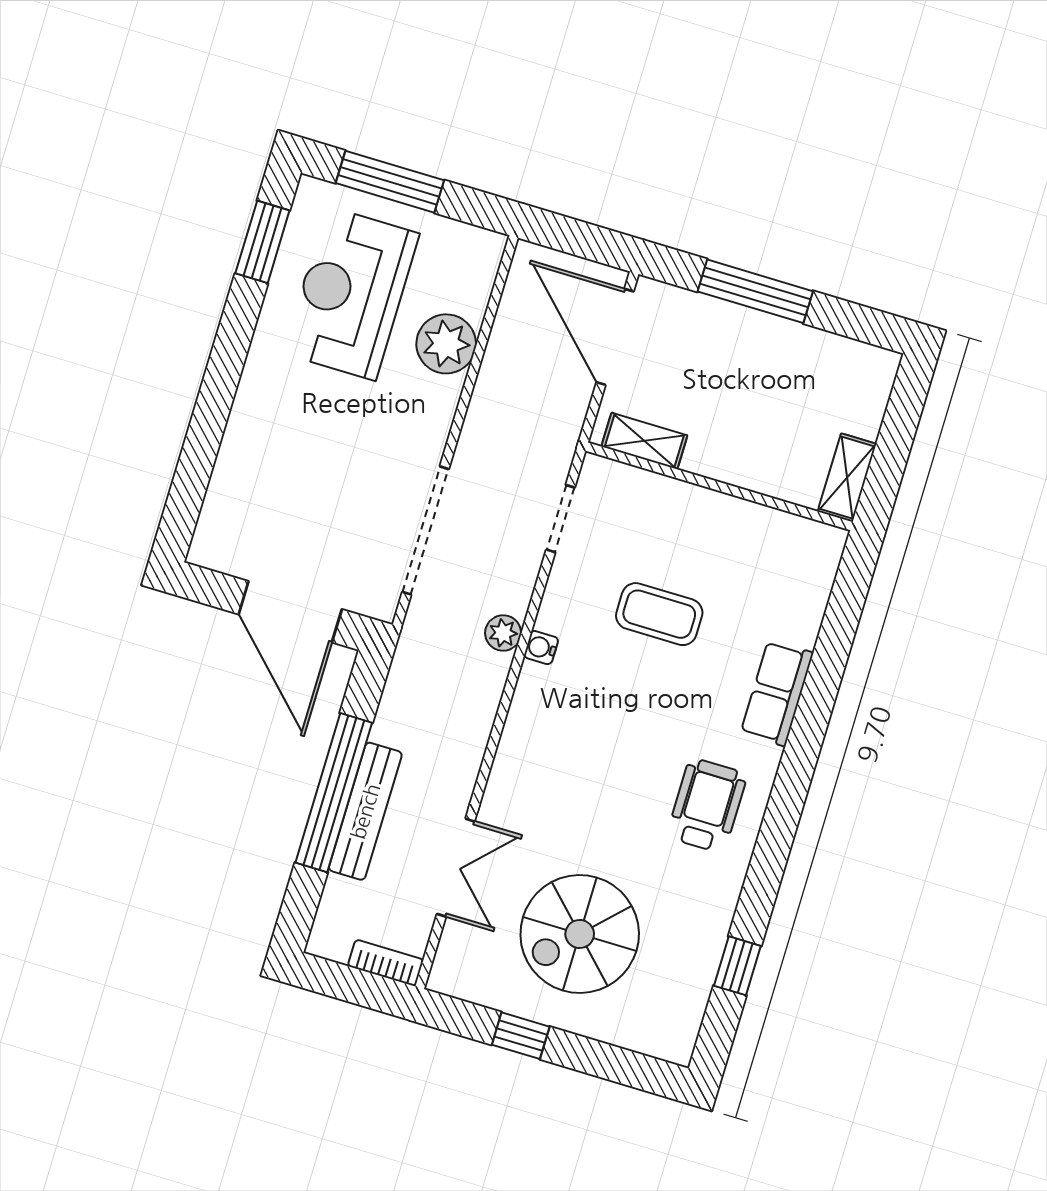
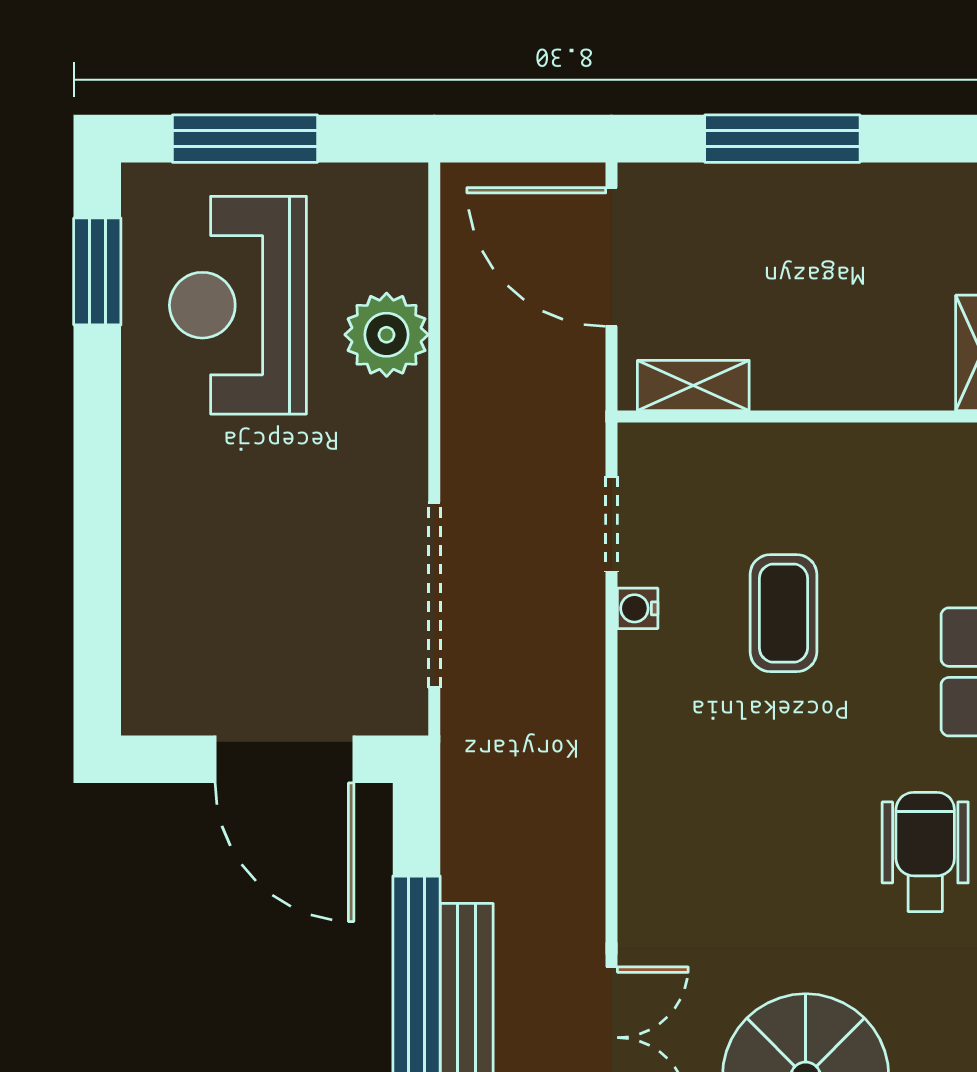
coffee table: (659, 614) -> (783, 613), turned 90
plant: (503, 633) -> (580, 702), removed
water cooler: (541, 648) -> (638, 608), moved

